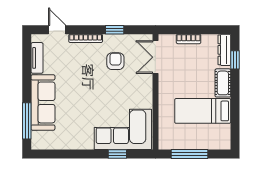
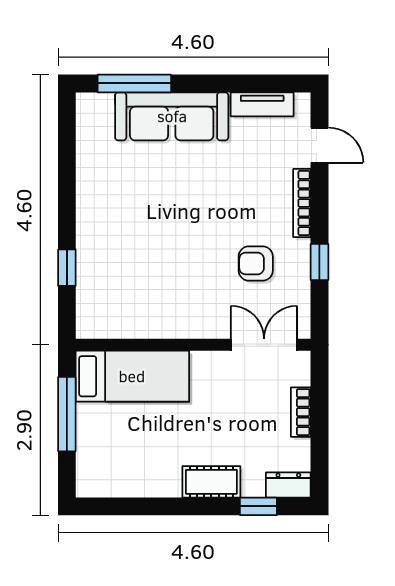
door: (57, 30) -> (319, 145), hinge flipped
dresser: (224, 50) -> (288, 485), width x0.70
armchair: (115, 61) -> (256, 263), turned 180
bed: (203, 111) -> (132, 376), moved, turned 90
corner sofa: (123, 129) -> (117, 279), removed

